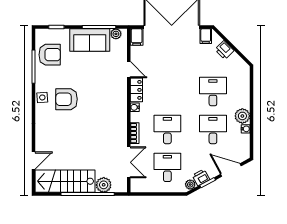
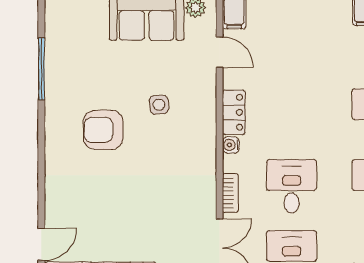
armchair: (50, 55) -> (72, 46), removed
door: (129, 70) -> (220, 52), moved
side table: (42, 97) -> (159, 105), moved

